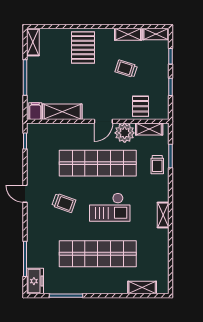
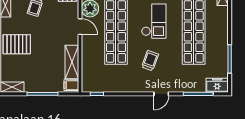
door: (25, 194) -> (161, 94), moved

